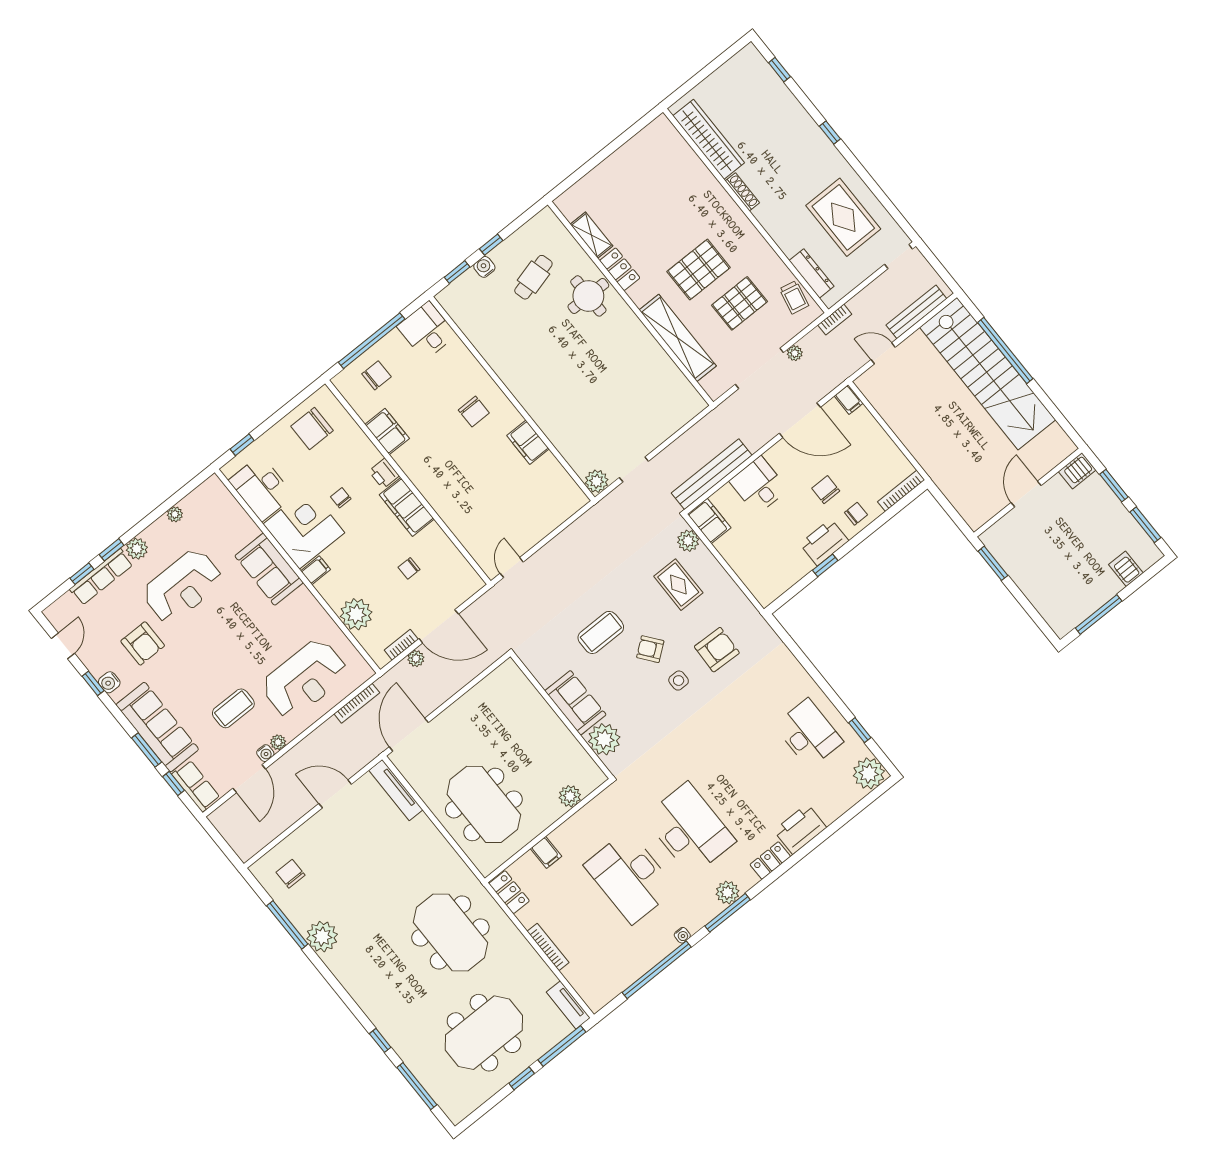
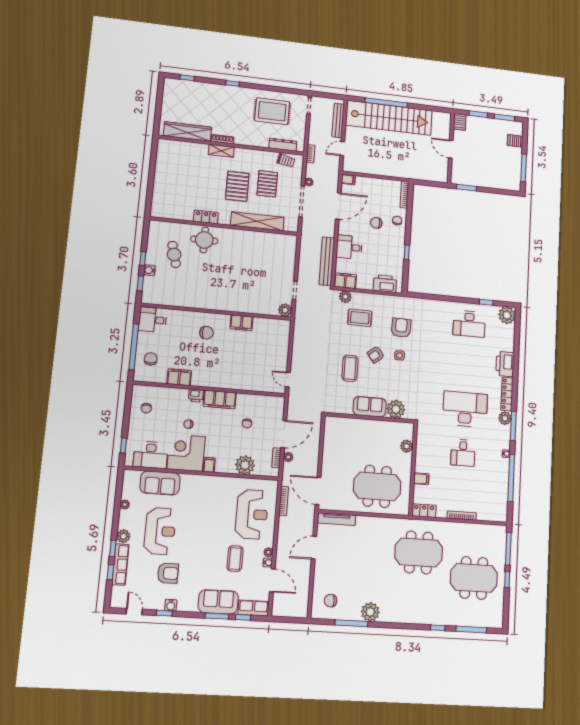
shelving: (591, 235) -> (221, 151), moved
chair: (312, 428) -> (146, 408), width x0.54, depth x0.54
printer: (824, 542) -> (385, 284), moved, turned 90
sofa: (269, 569) -> (160, 483), moved
sofa: (157, 727) -> (218, 602), width x0.73
desk: (808, 734) -> (469, 324), turned 180
locker: (770, 861) -> (507, 394), width x1.53
desk: (630, 877) -> (463, 453), width x0.53, depth x0.77
tv unit: (568, 1005) -> (493, 530), removed
meeting table: (484, 1033) -> (474, 578), turned 90

